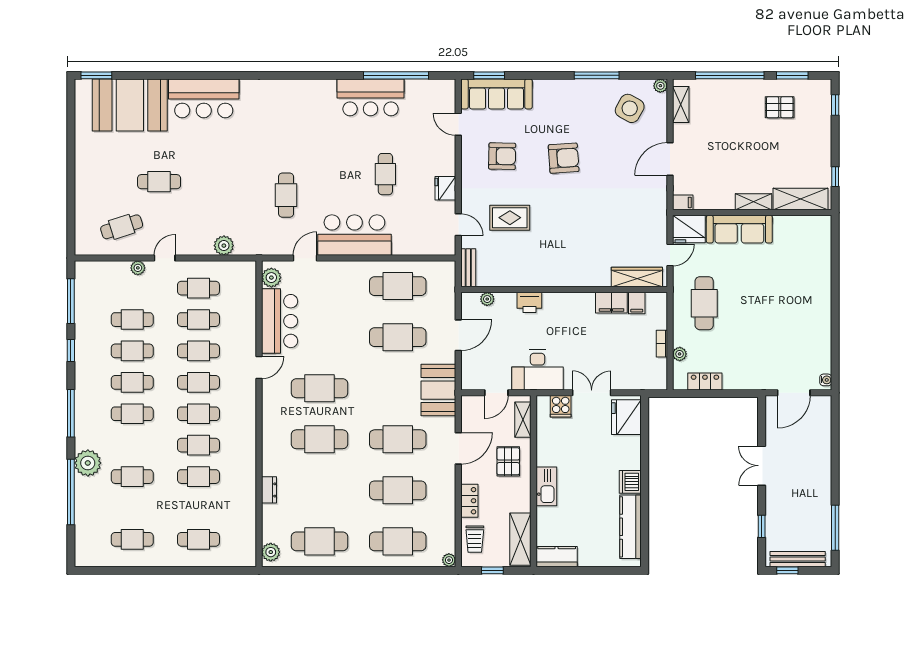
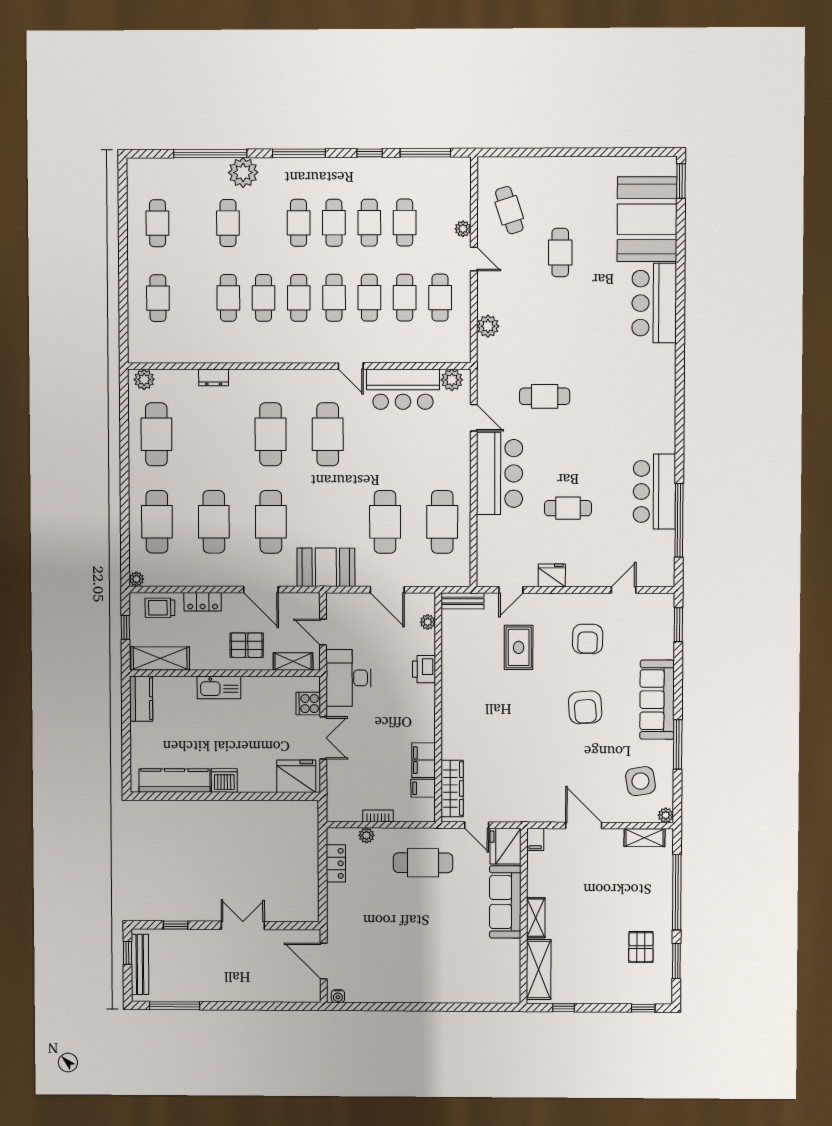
sofa: (497, 94) -> (657, 700), moved
side table: (630, 108) -> (640, 781), turned -38

